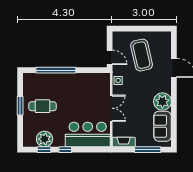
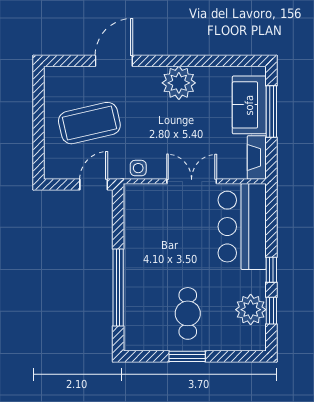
sofa: (162, 126) -> (249, 105), moved, turned 90

